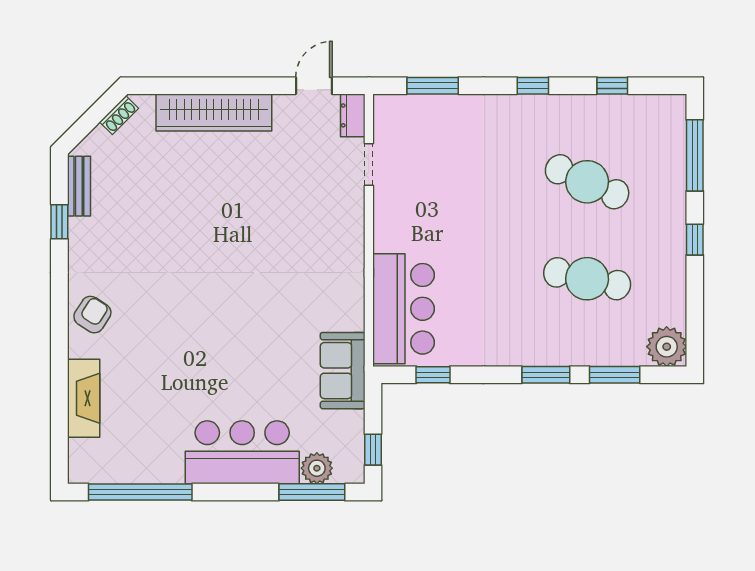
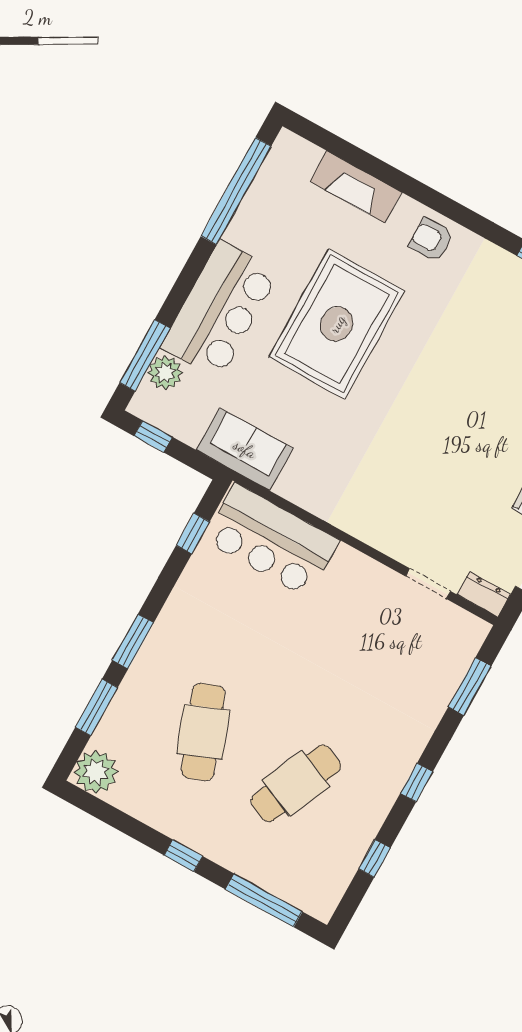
cafe table: (587, 279) -> (203, 732), turned -33
armchair: (92, 315) -> (431, 240), turned 147
rug: (202, 353) -> (337, 324), added

